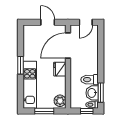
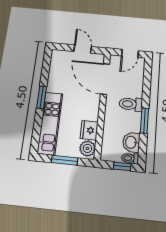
door: (68, 46) -> (105, 79), hinge flipped
fridge: (60, 69) -> (89, 130), moved
toilet: (90, 80) -> (131, 104), moved
window: (101, 93) -> (144, 121), moved

